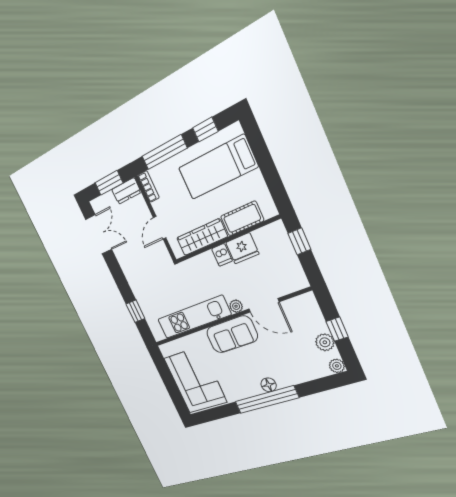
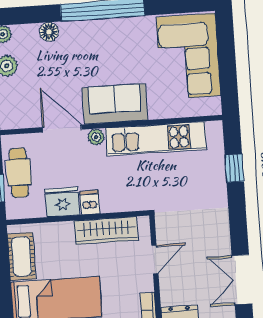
cot: (242, 218) -> (21, 256), moved, turned 90
cafe table: (285, 261) -> (19, 173), added
floor lamp: (269, 385) -> (49, 32), moved

